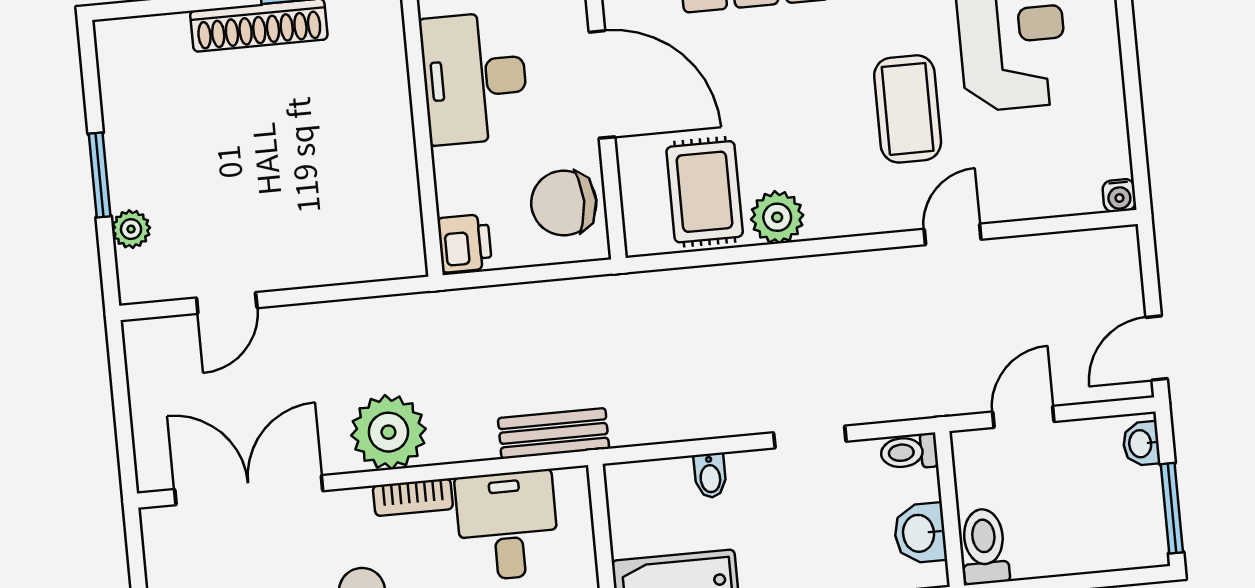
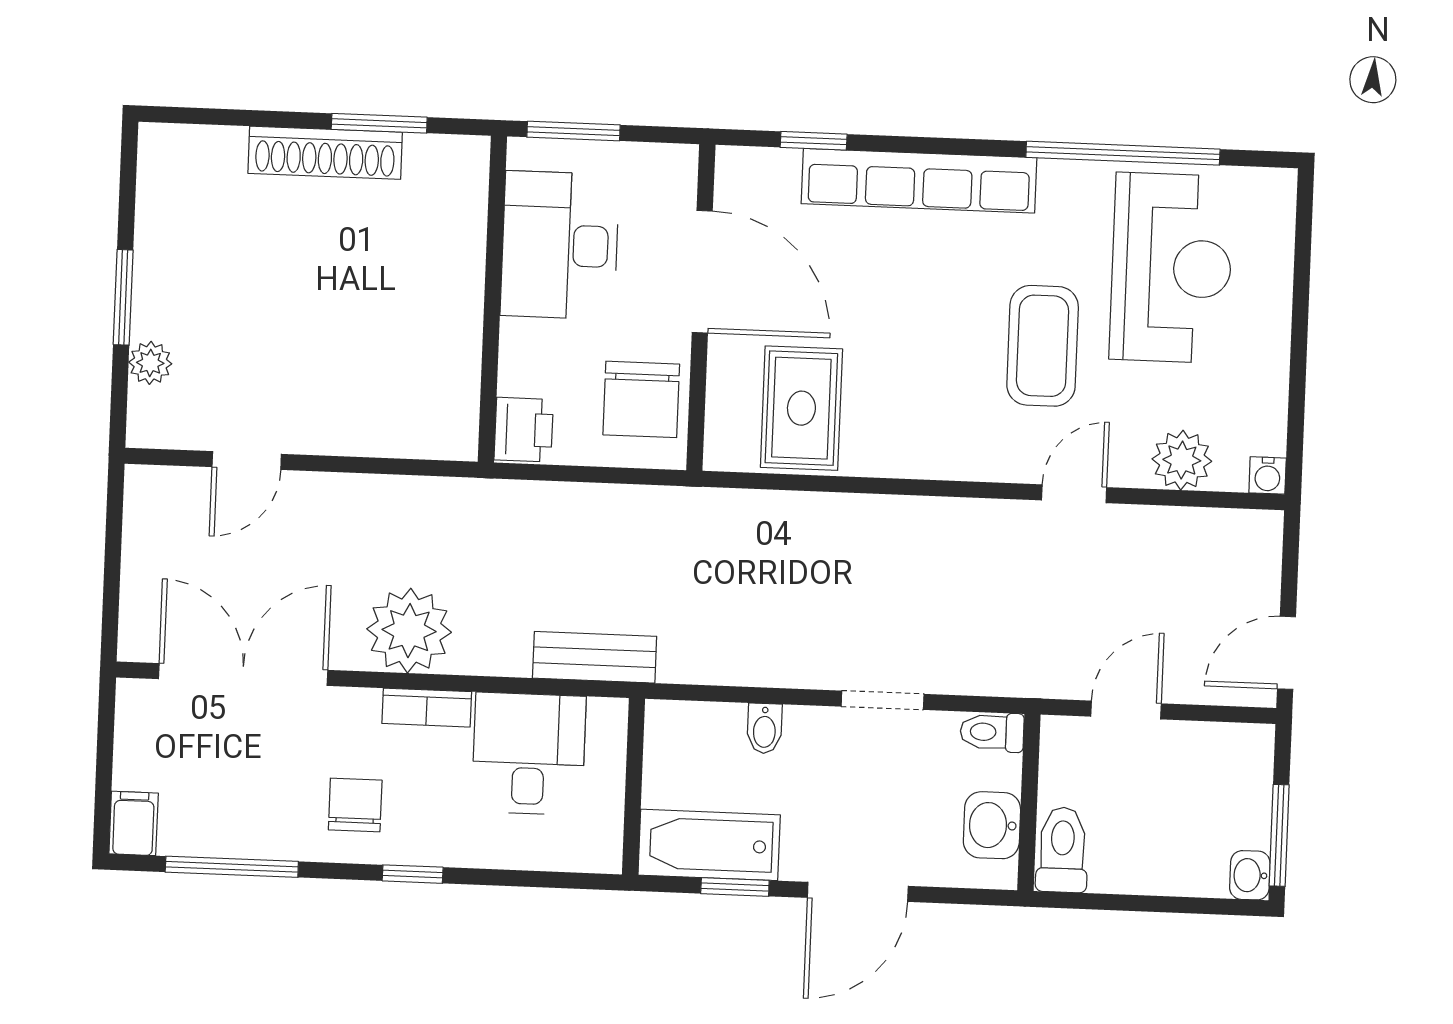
chair: (564, 203) -> (641, 399), turned -90
plant: (777, 217) -> (1182, 460), moved
washbasin: (1141, 444) -> (1250, 875), moved

